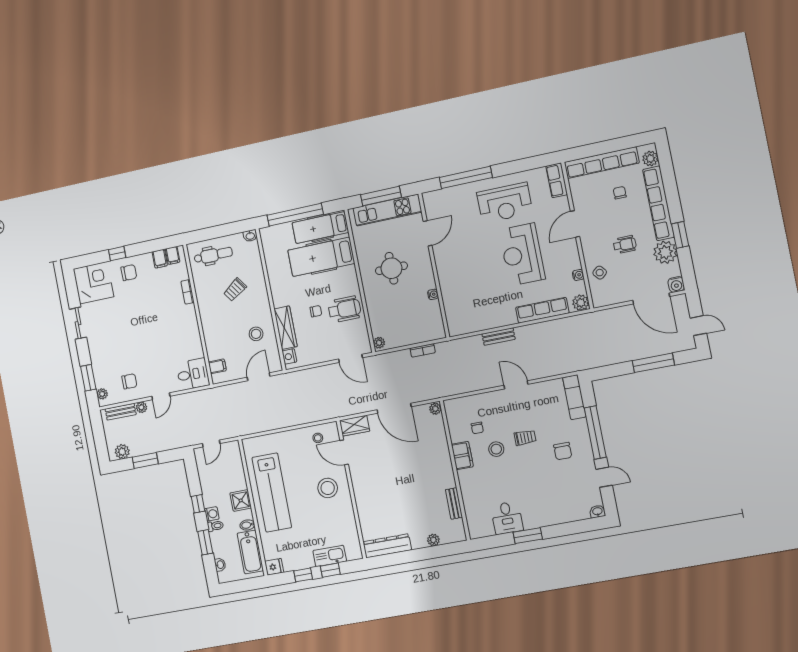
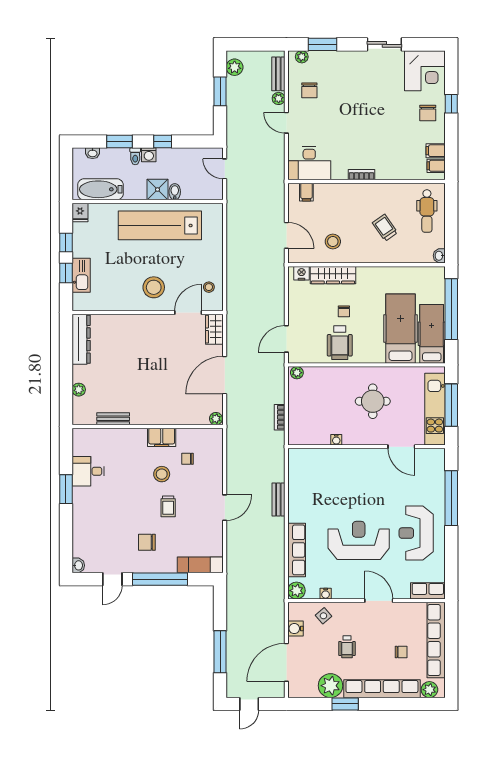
water cooler: (676, 284) -> (296, 629), moved
bookcase: (188, 292) -> (361, 175), moved
desk: (193, 374) -> (309, 163), width x1.37
bidet: (247, 525) -> (175, 192), moved

